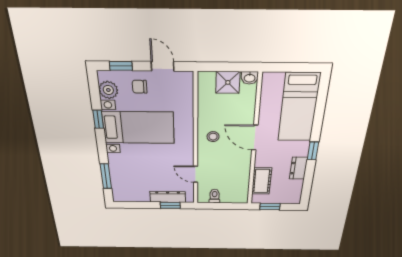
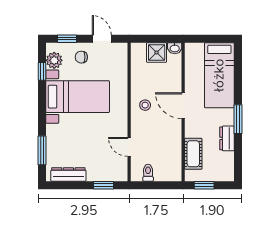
window: (98, 119) -> (42, 71), moved
window: (313, 151) -> (238, 119), width x1.50
dresser: (168, 197) -> (68, 174), moved

